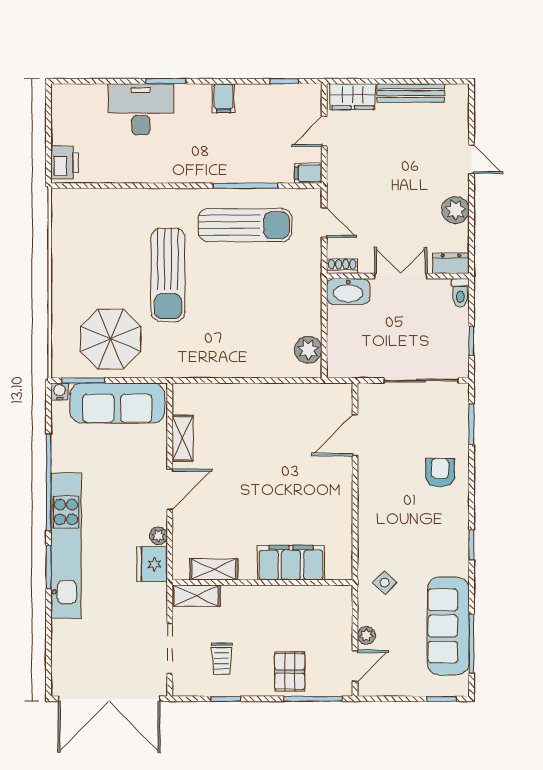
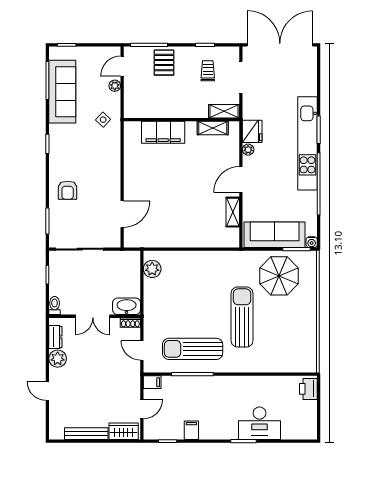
filing cabinet: (223, 98) -> (191, 430), moved
dresser: (451, 263) -> (55, 337), moved, turned -90

